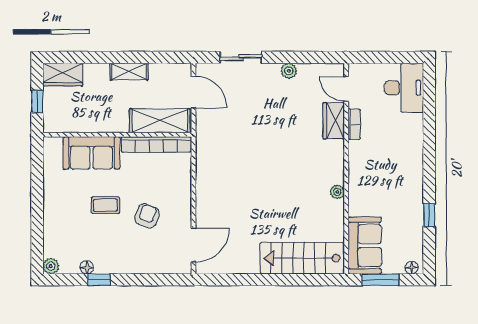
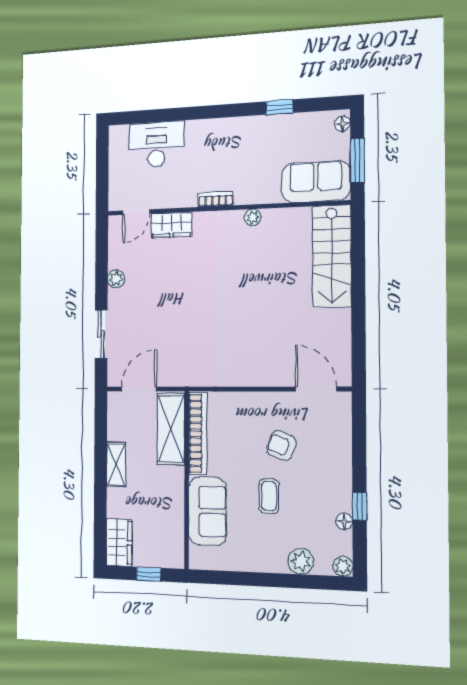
desk: (404, 88) -> (156, 145), moved
bookcase: (354, 124) -> (216, 199), moved
plant: (53, 232) -> (301, 561), added

